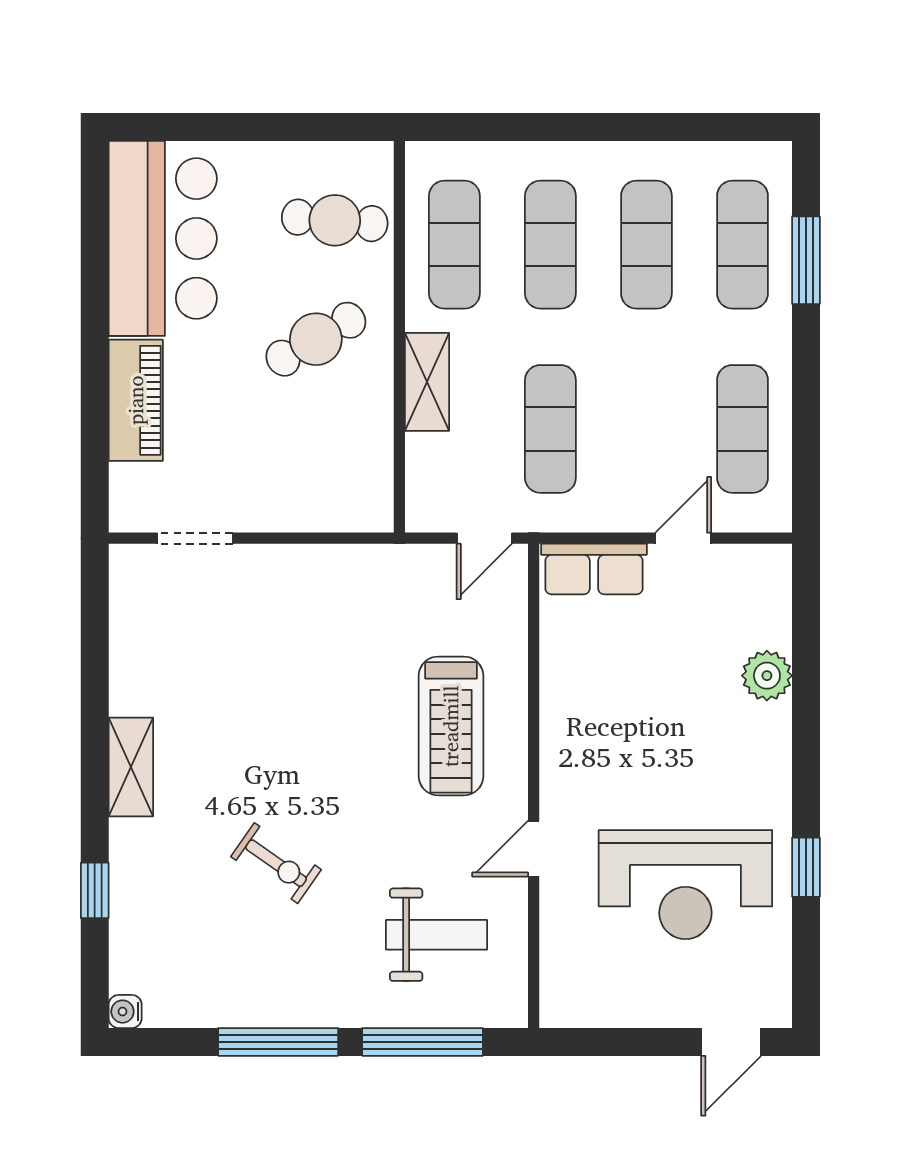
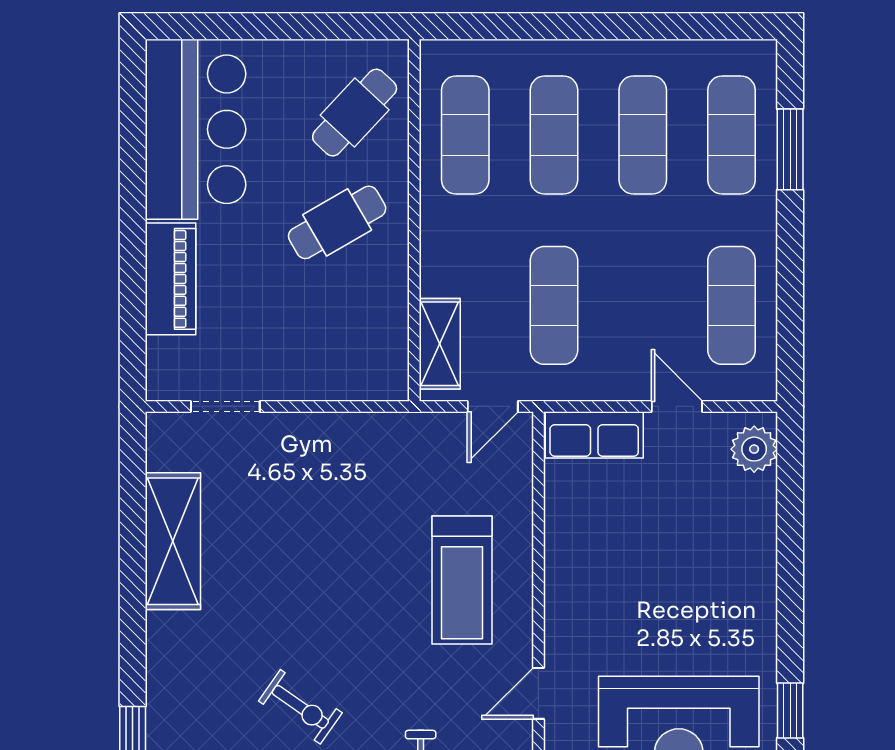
cafe table: (335, 220) -> (355, 113), turned -52
shelving: (427, 382) -> (440, 344), moved
door: (683, 538) -> (677, 406), hinge flipped
plant: (767, 676) -> (754, 449), moved
shelving: (131, 767) -> (173, 541), moved, width x1.50, depth x1.33

